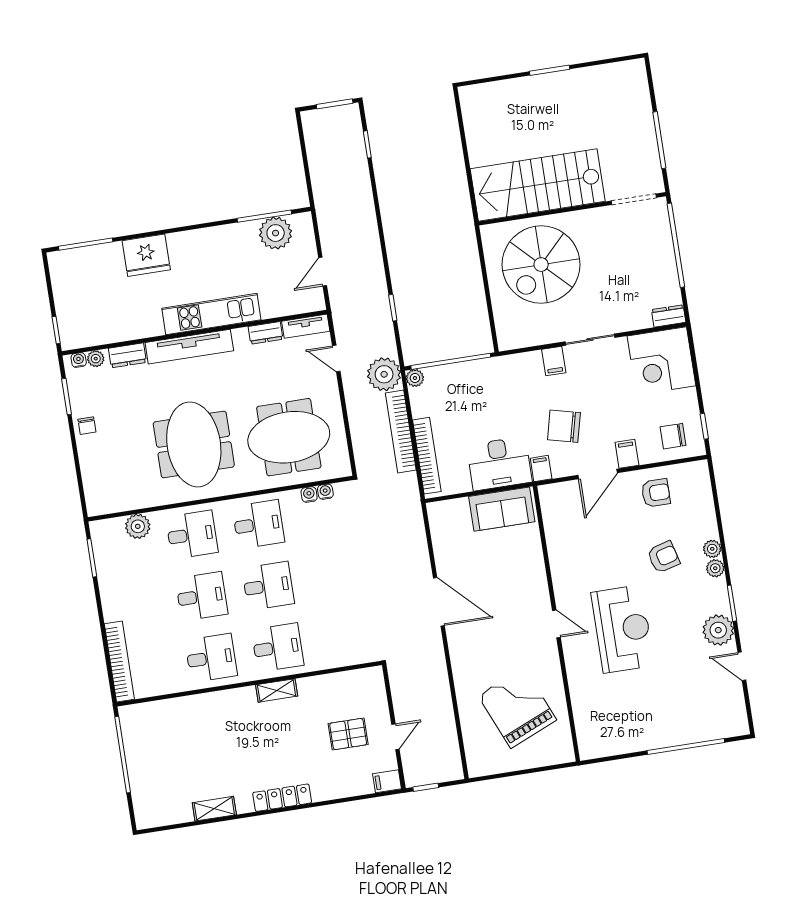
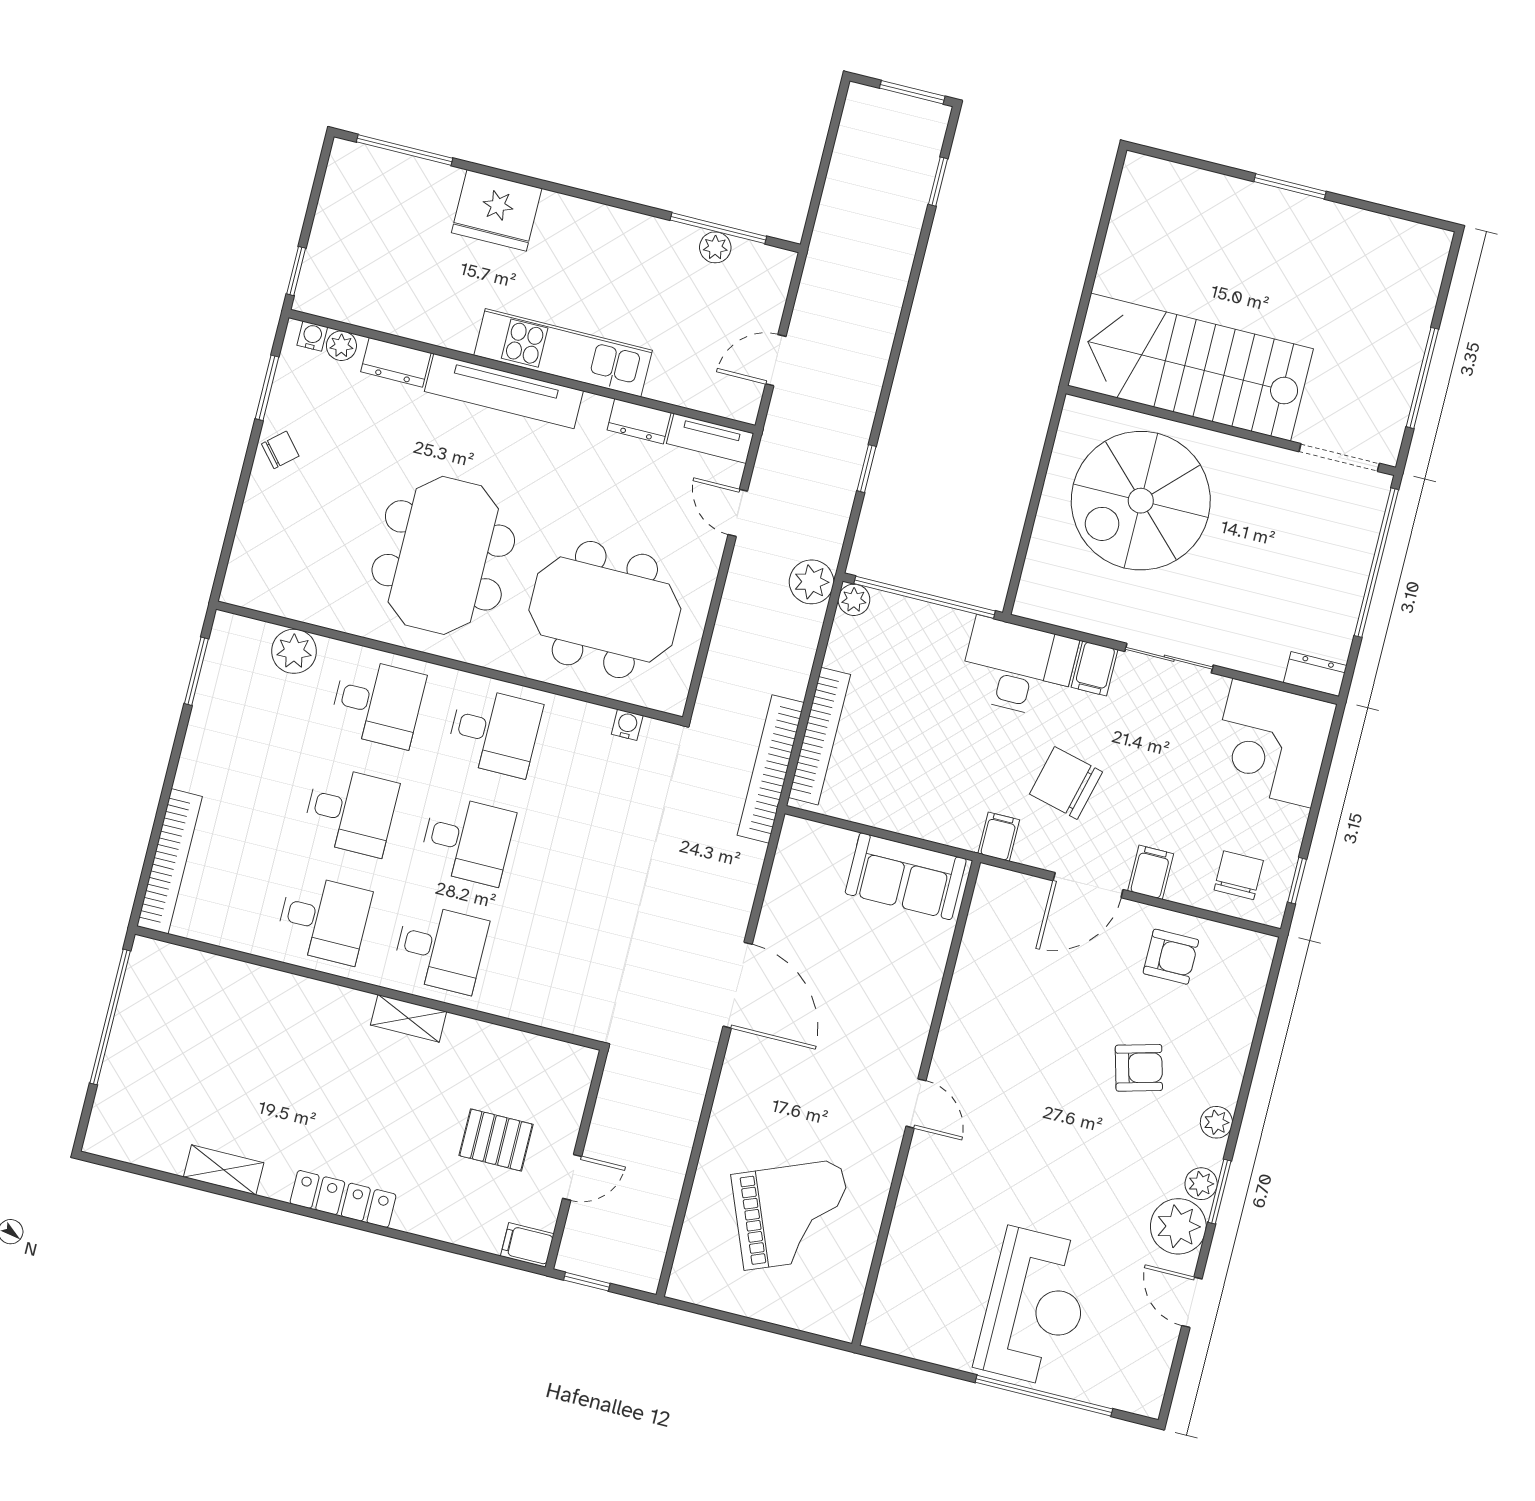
plant: (276, 233) -> (715, 247), width x0.53, depth x0.53
plant: (384, 374) -> (812, 582), width x0.73, depth x0.73
chair: (87, 426) -> (280, 450), turned -131
bookcase: (401, 432) -> (771, 769), moved
chair: (673, 436) -> (1239, 875), turned 90
desk: (499, 464) -> (1018, 668), moved, turned 180
water cooler: (309, 494) -> (598, 718), removed
plant: (712, 549) -> (1201, 1184), moved
reception desk: (622, 629) -> (1035, 1307), moved
grand piano: (517, 708) -> (793, 1215), turned 91

